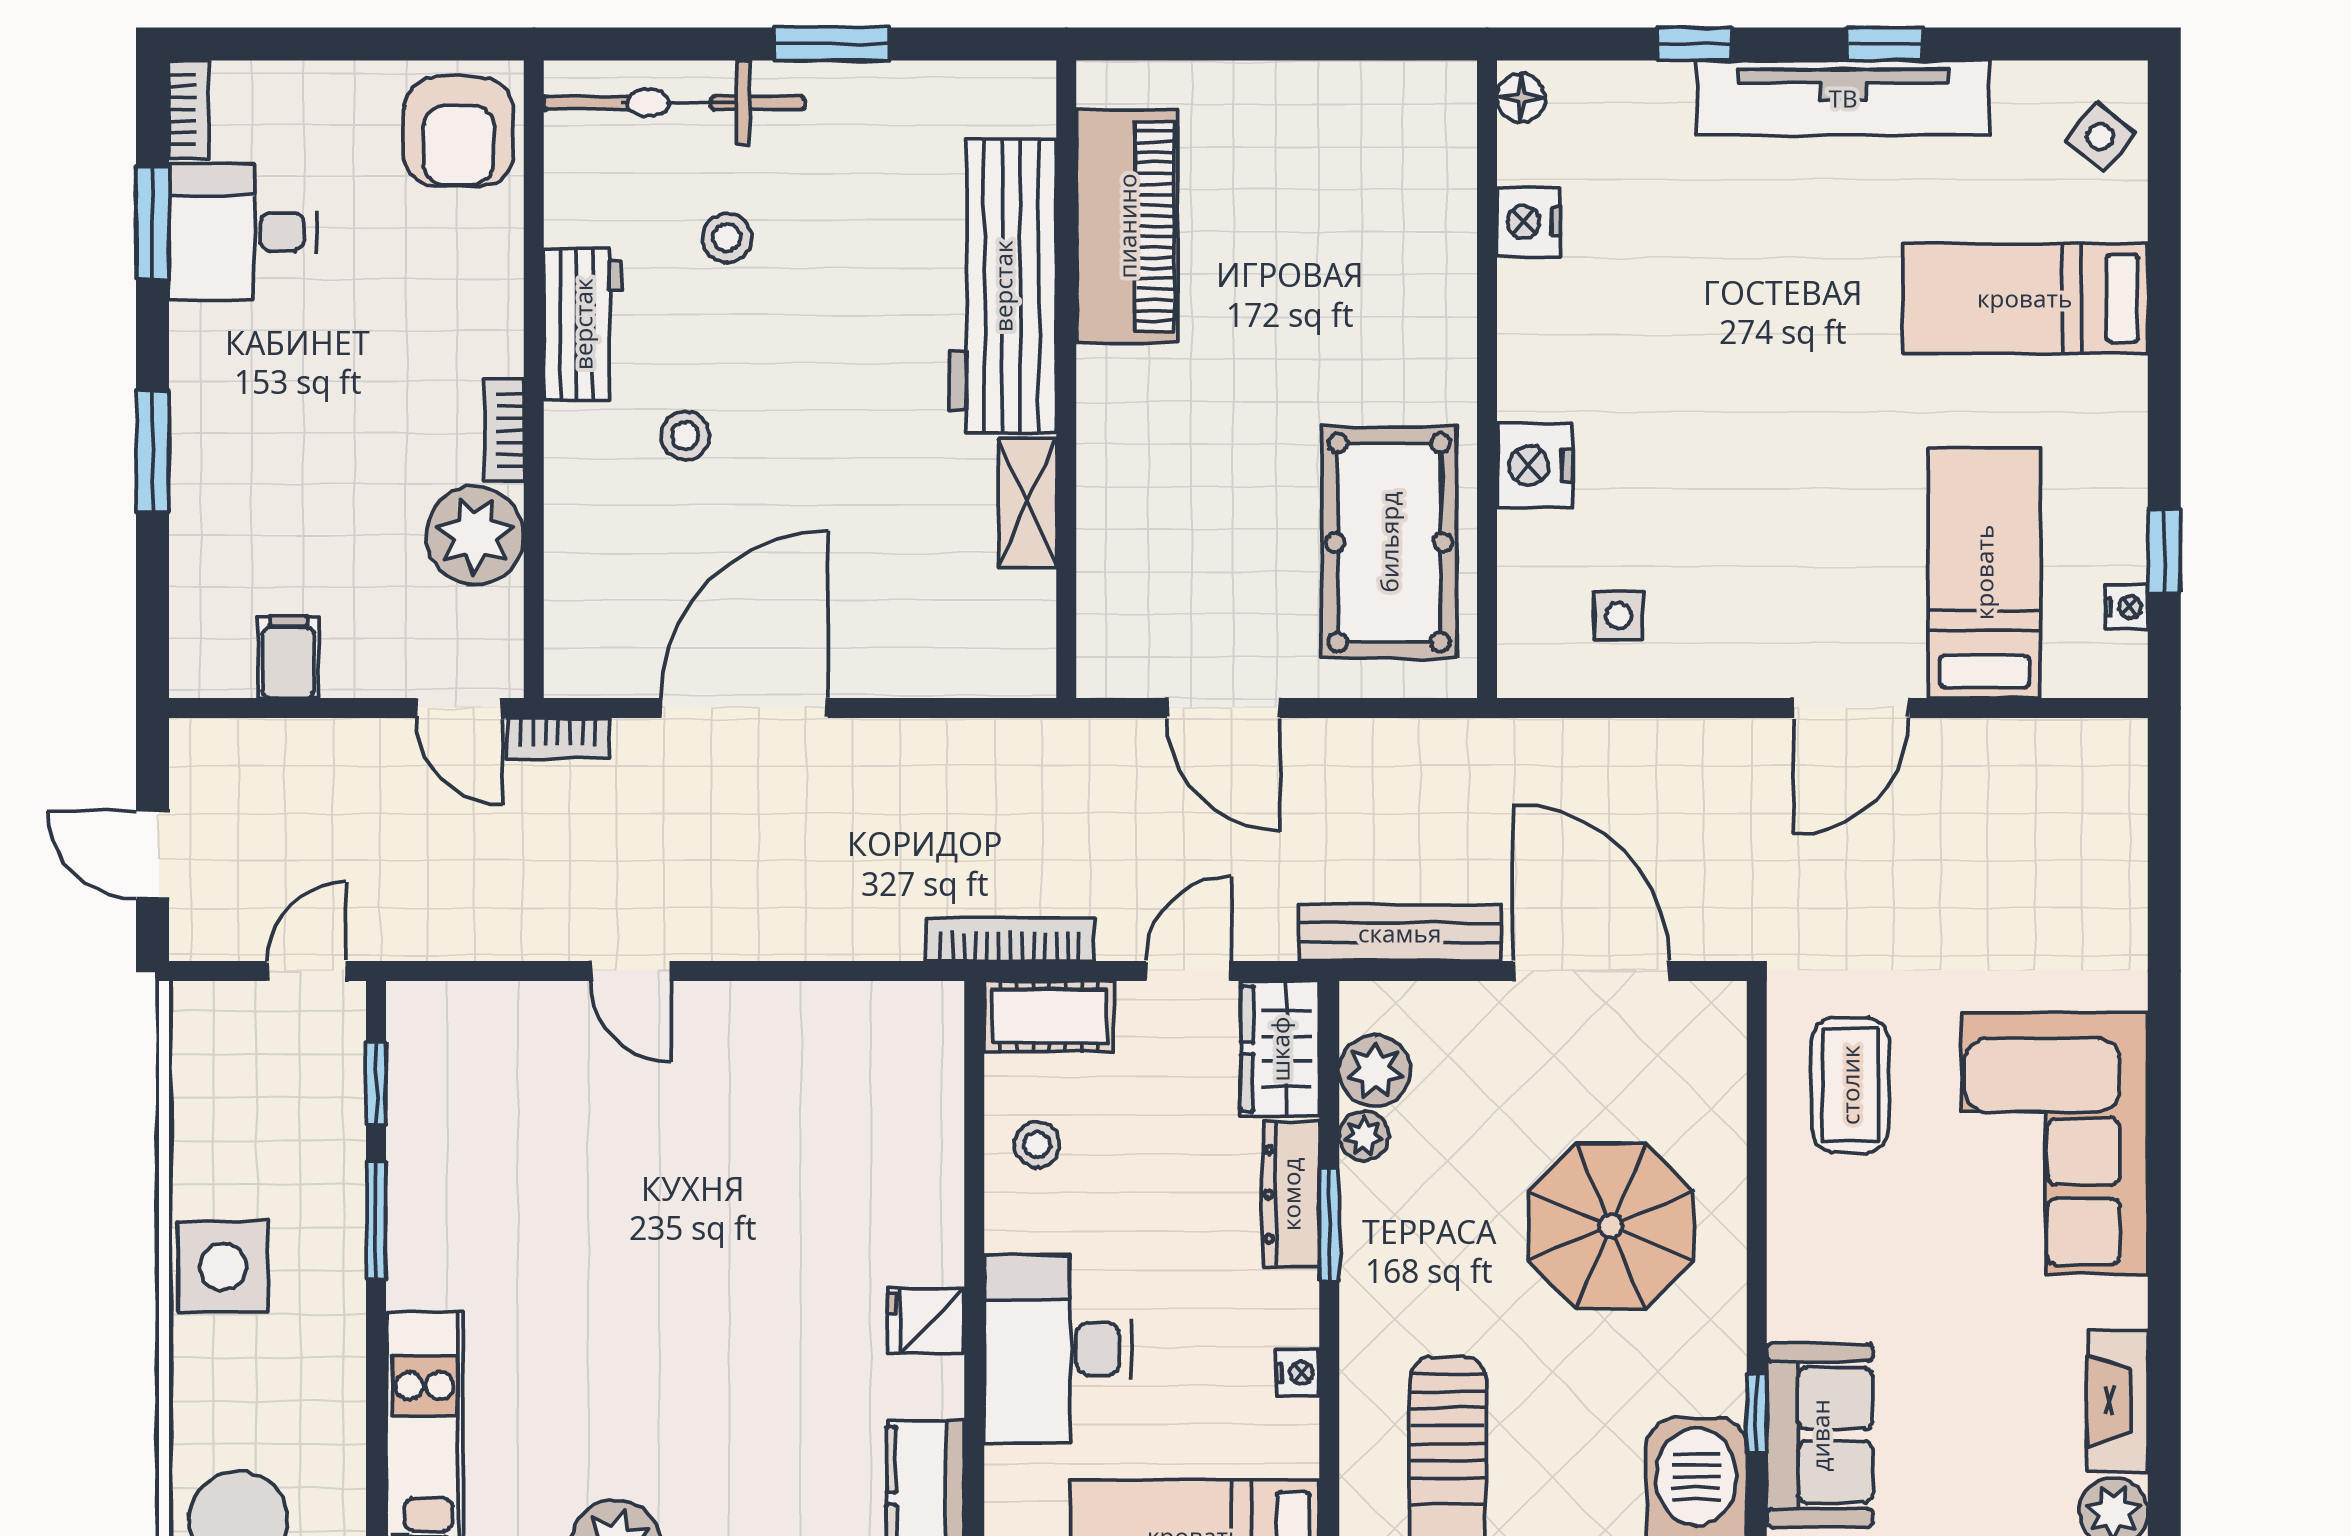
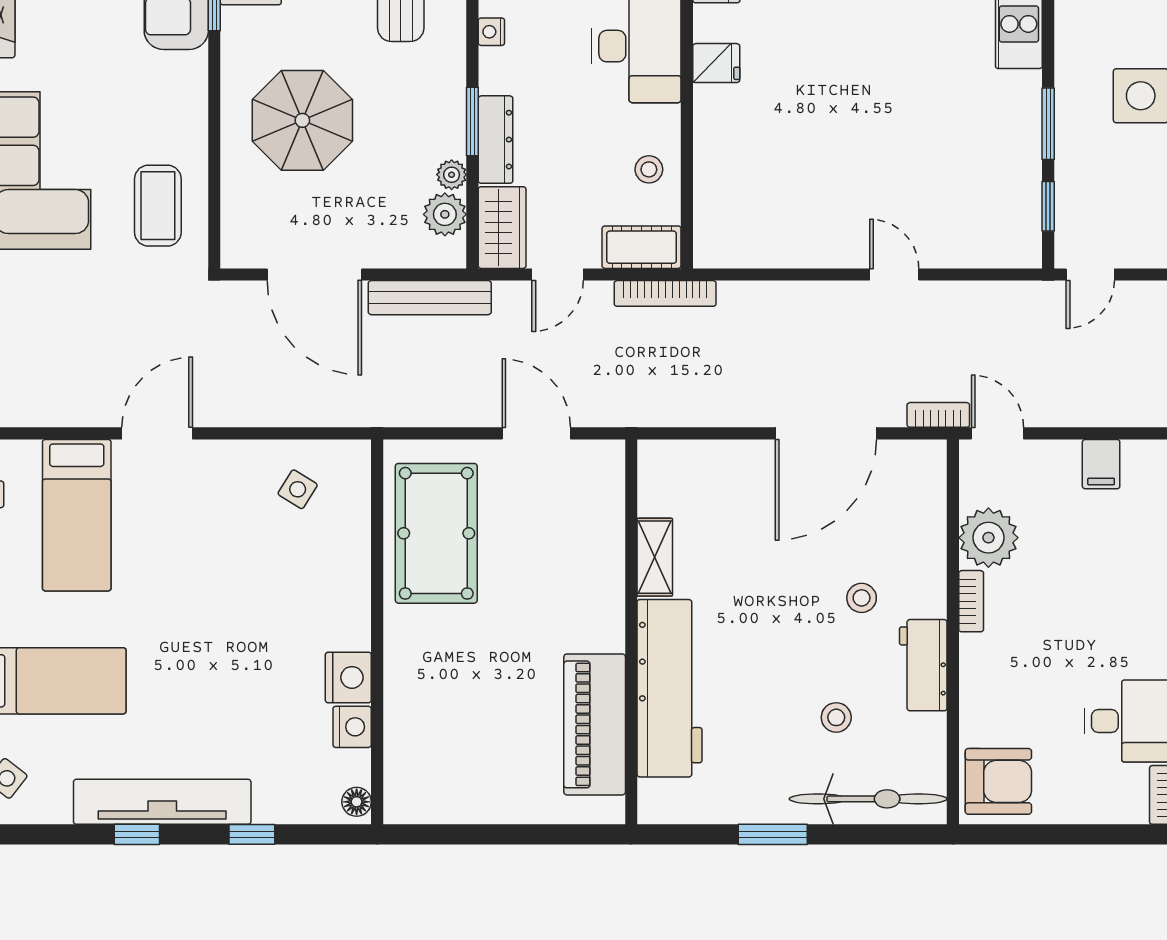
armchair: (459, 132) -> (998, 781), turned 90
nightstand: (1535, 465) -> (348, 677), moved
side table: (1619, 615) -> (298, 489), turned 32

